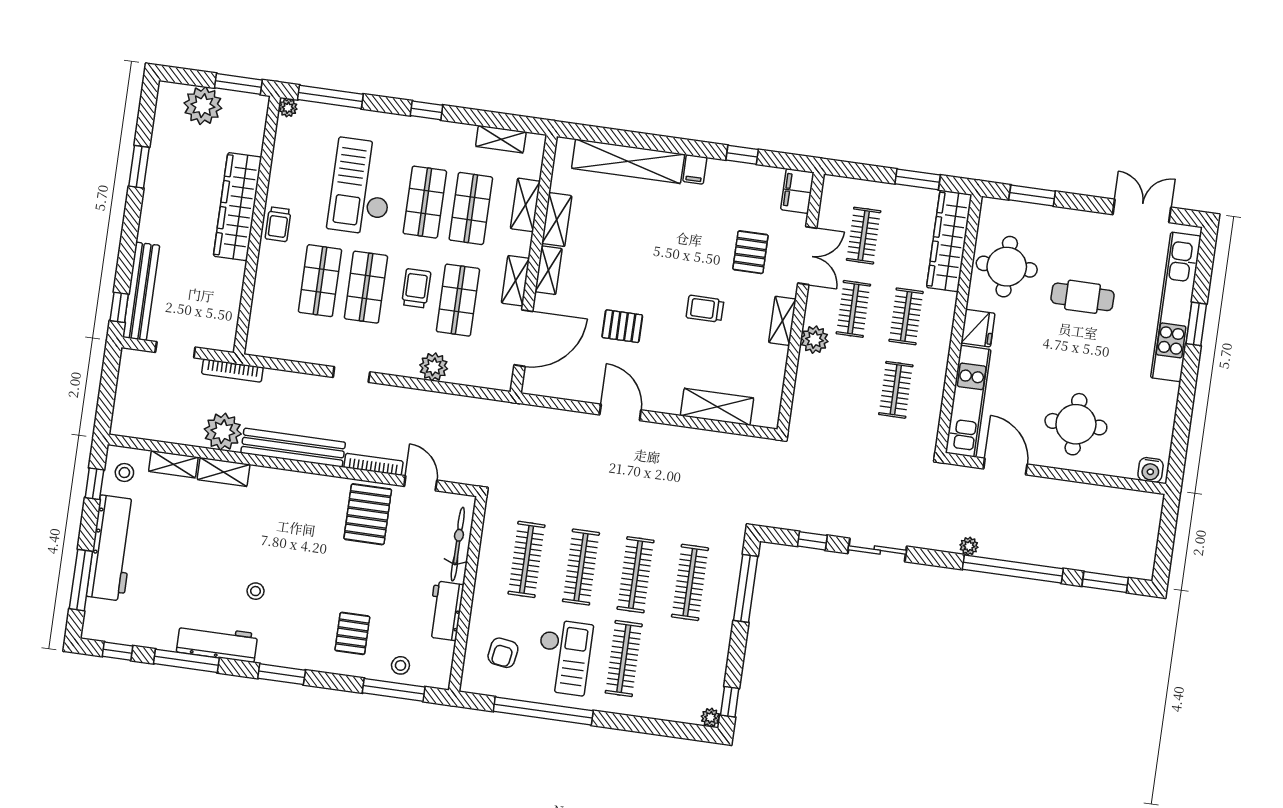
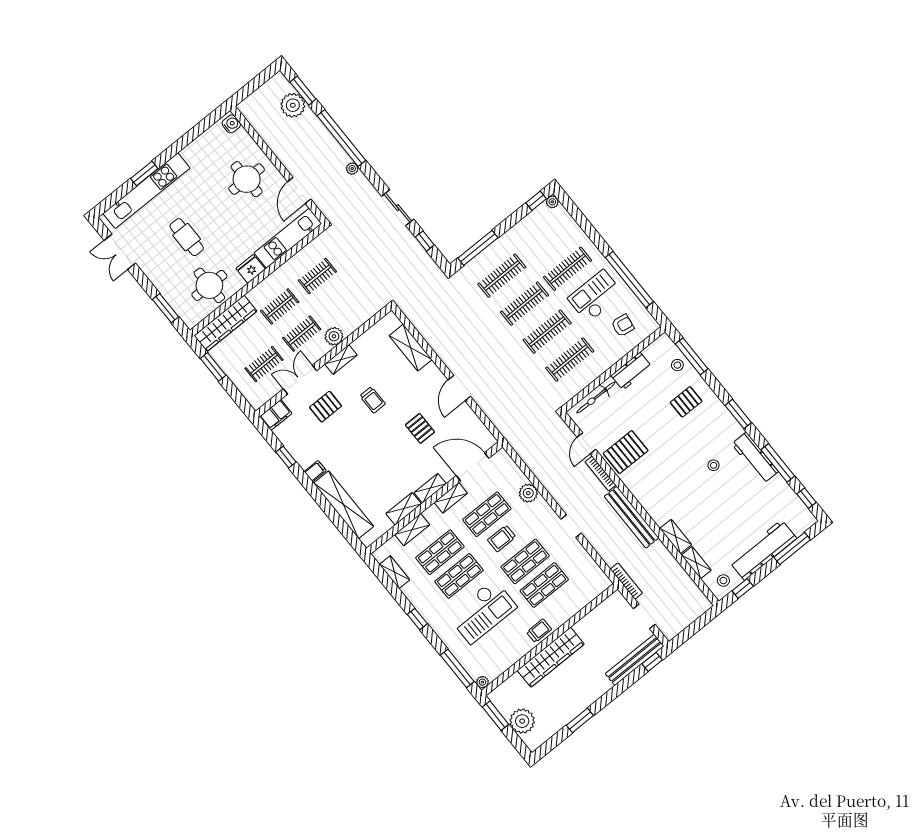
plant: (223, 432) -> (293, 105), moved

